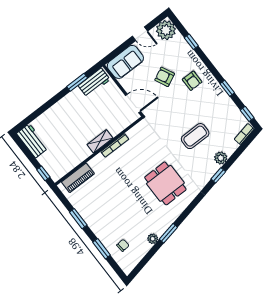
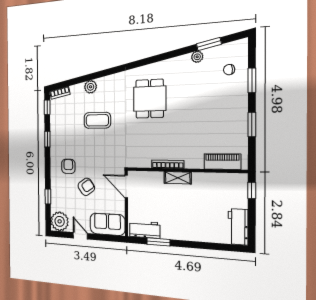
armchair: (165, 77) -> (86, 187), turned -100
window: (218, 175) -> (103, 73), removed
window: (168, 233) -> (209, 44), moved

